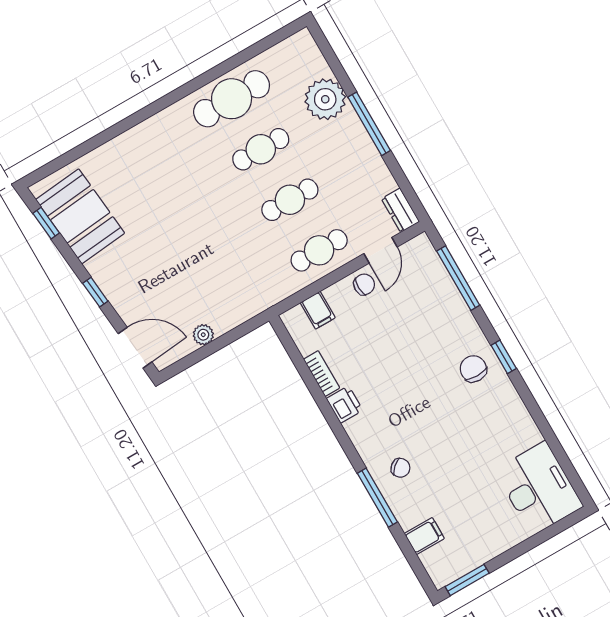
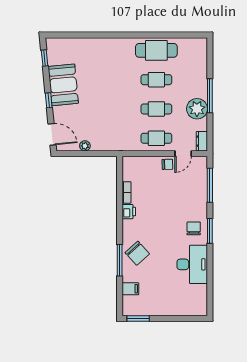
plant: (325, 99) -> (197, 109), moved
booth: (80, 216) -> (63, 85), moved
filing cabinet: (318, 310) -> (141, 164), removed
window: (504, 357) -> (210, 231), width x1.50
chair: (400, 468) -> (137, 253), width x1.87, depth x1.87
desk: (539, 488) -> (192, 264), moved

